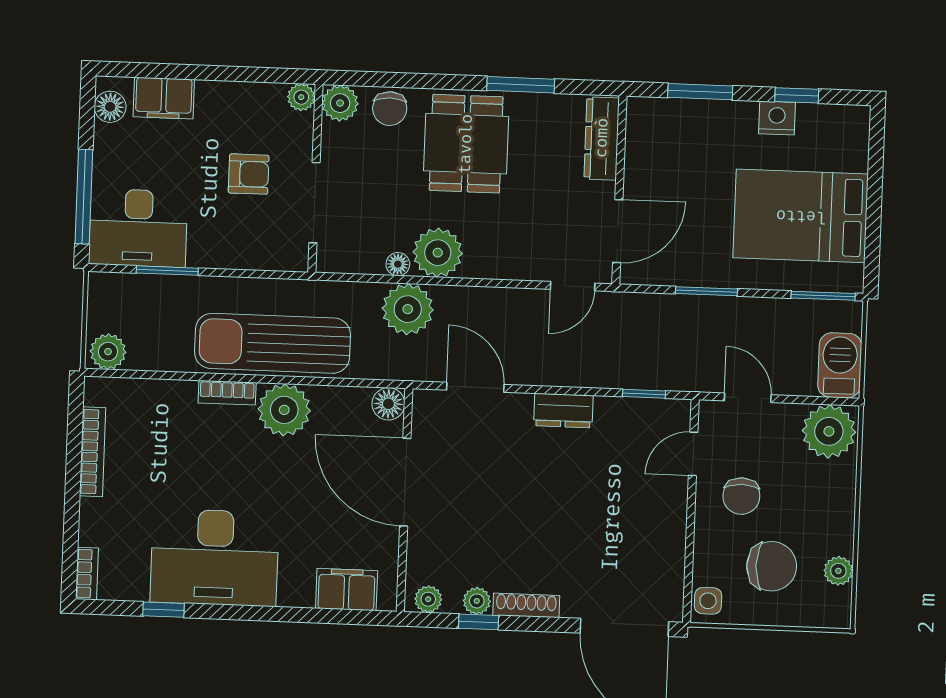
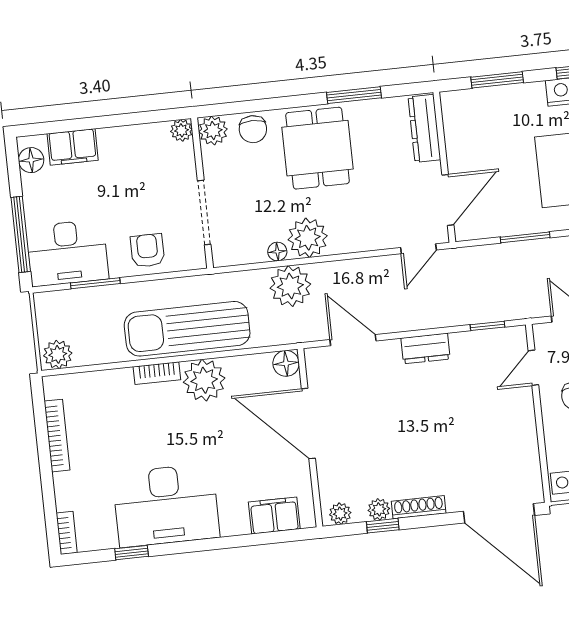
armchair: (249, 174) -> (147, 251), moved, turned -90

